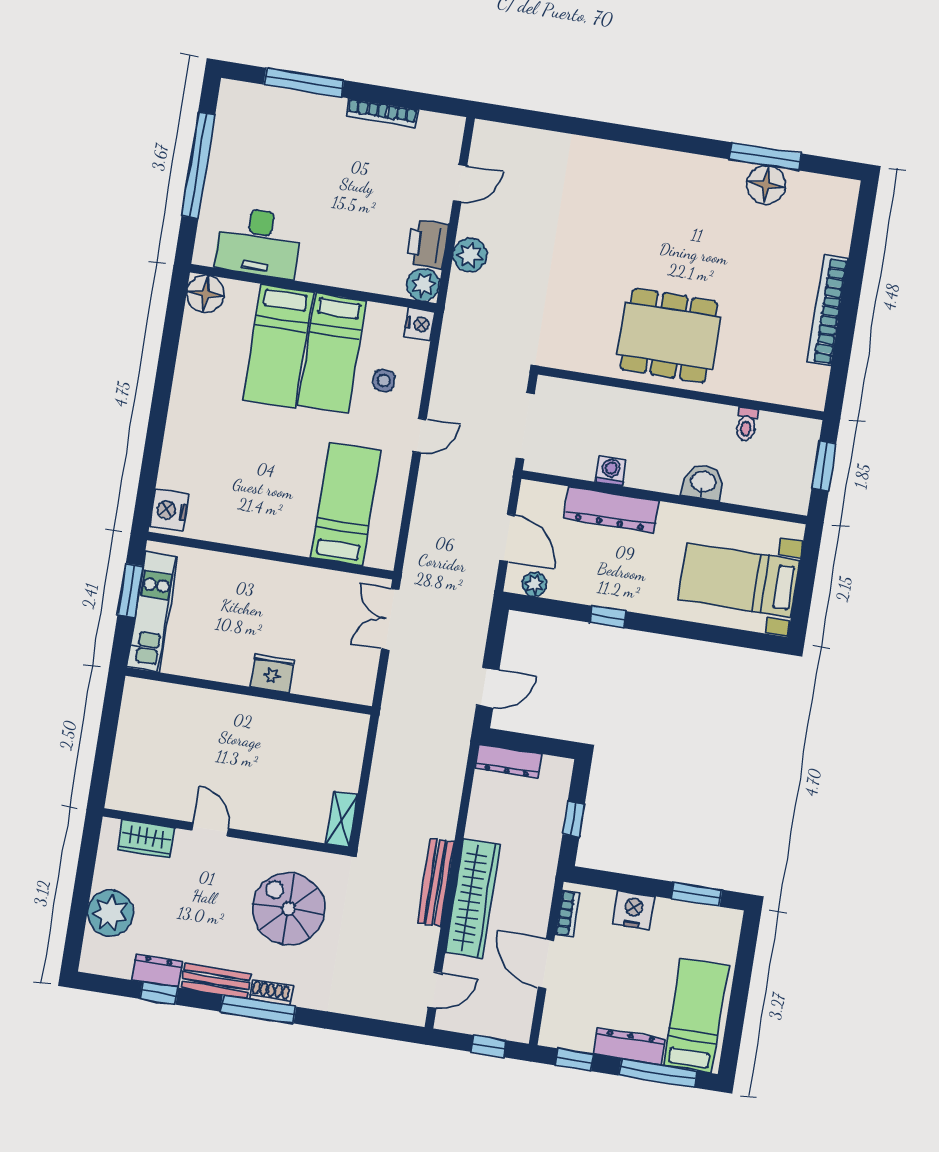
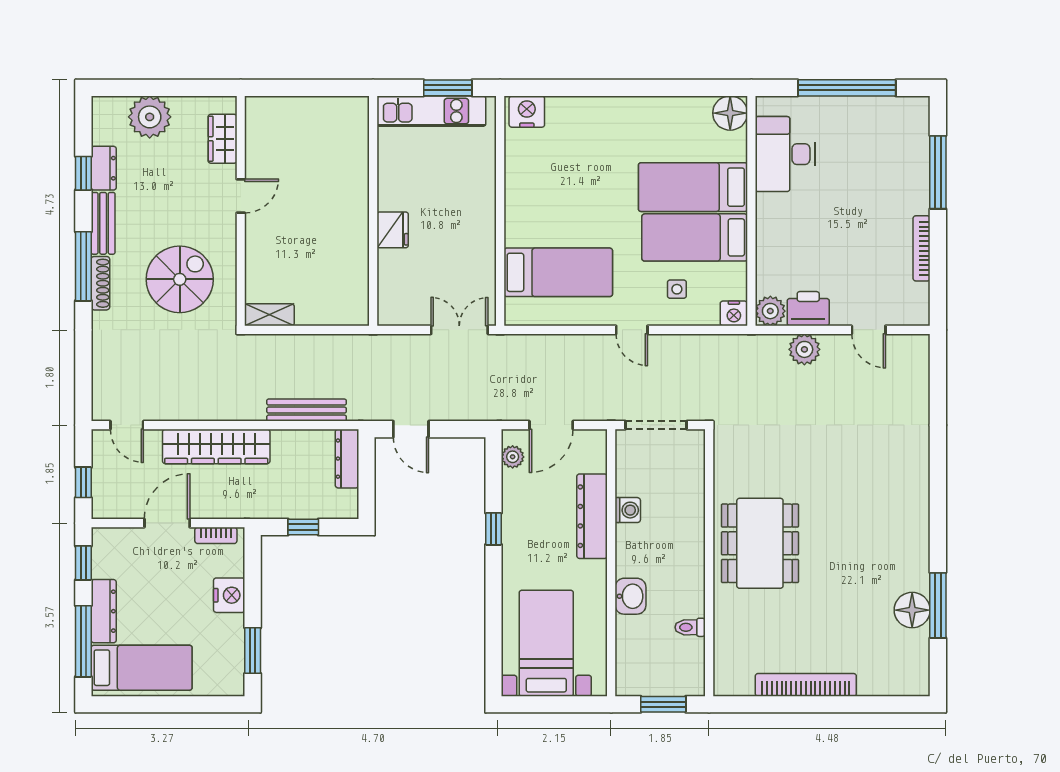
bench: (436, 882) -> (307, 410), moved
shoe rack: (271, 992) -> (100, 283), width x1.43

